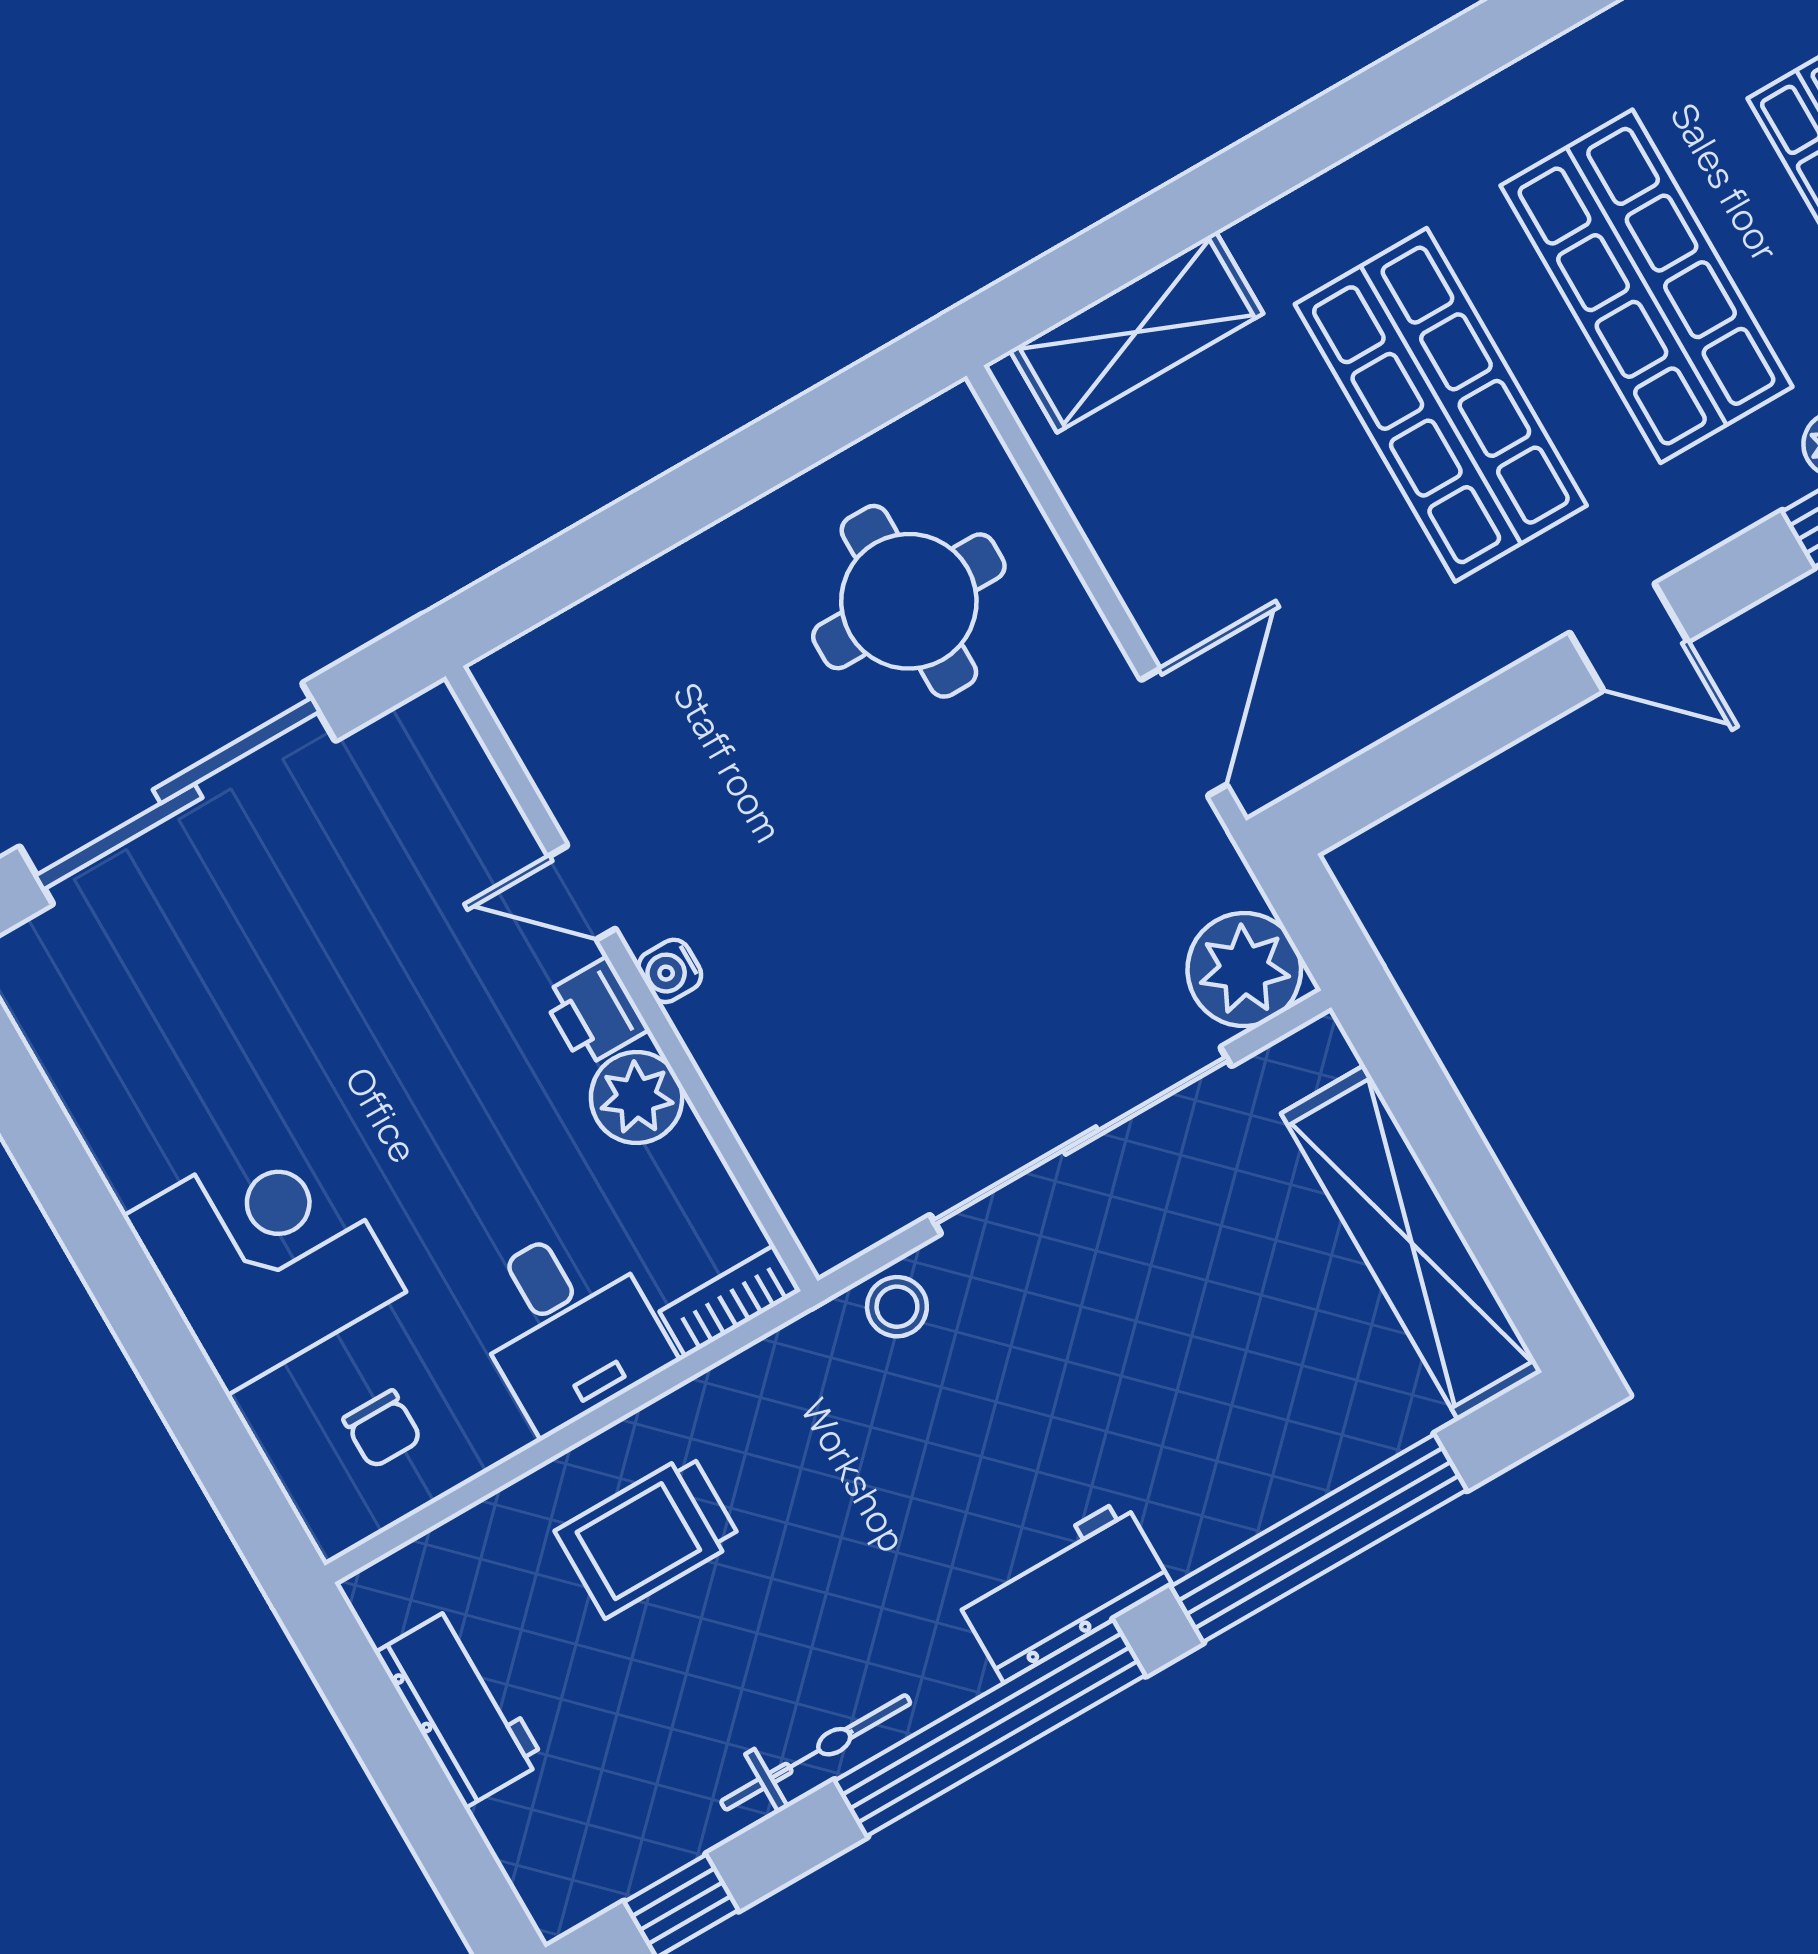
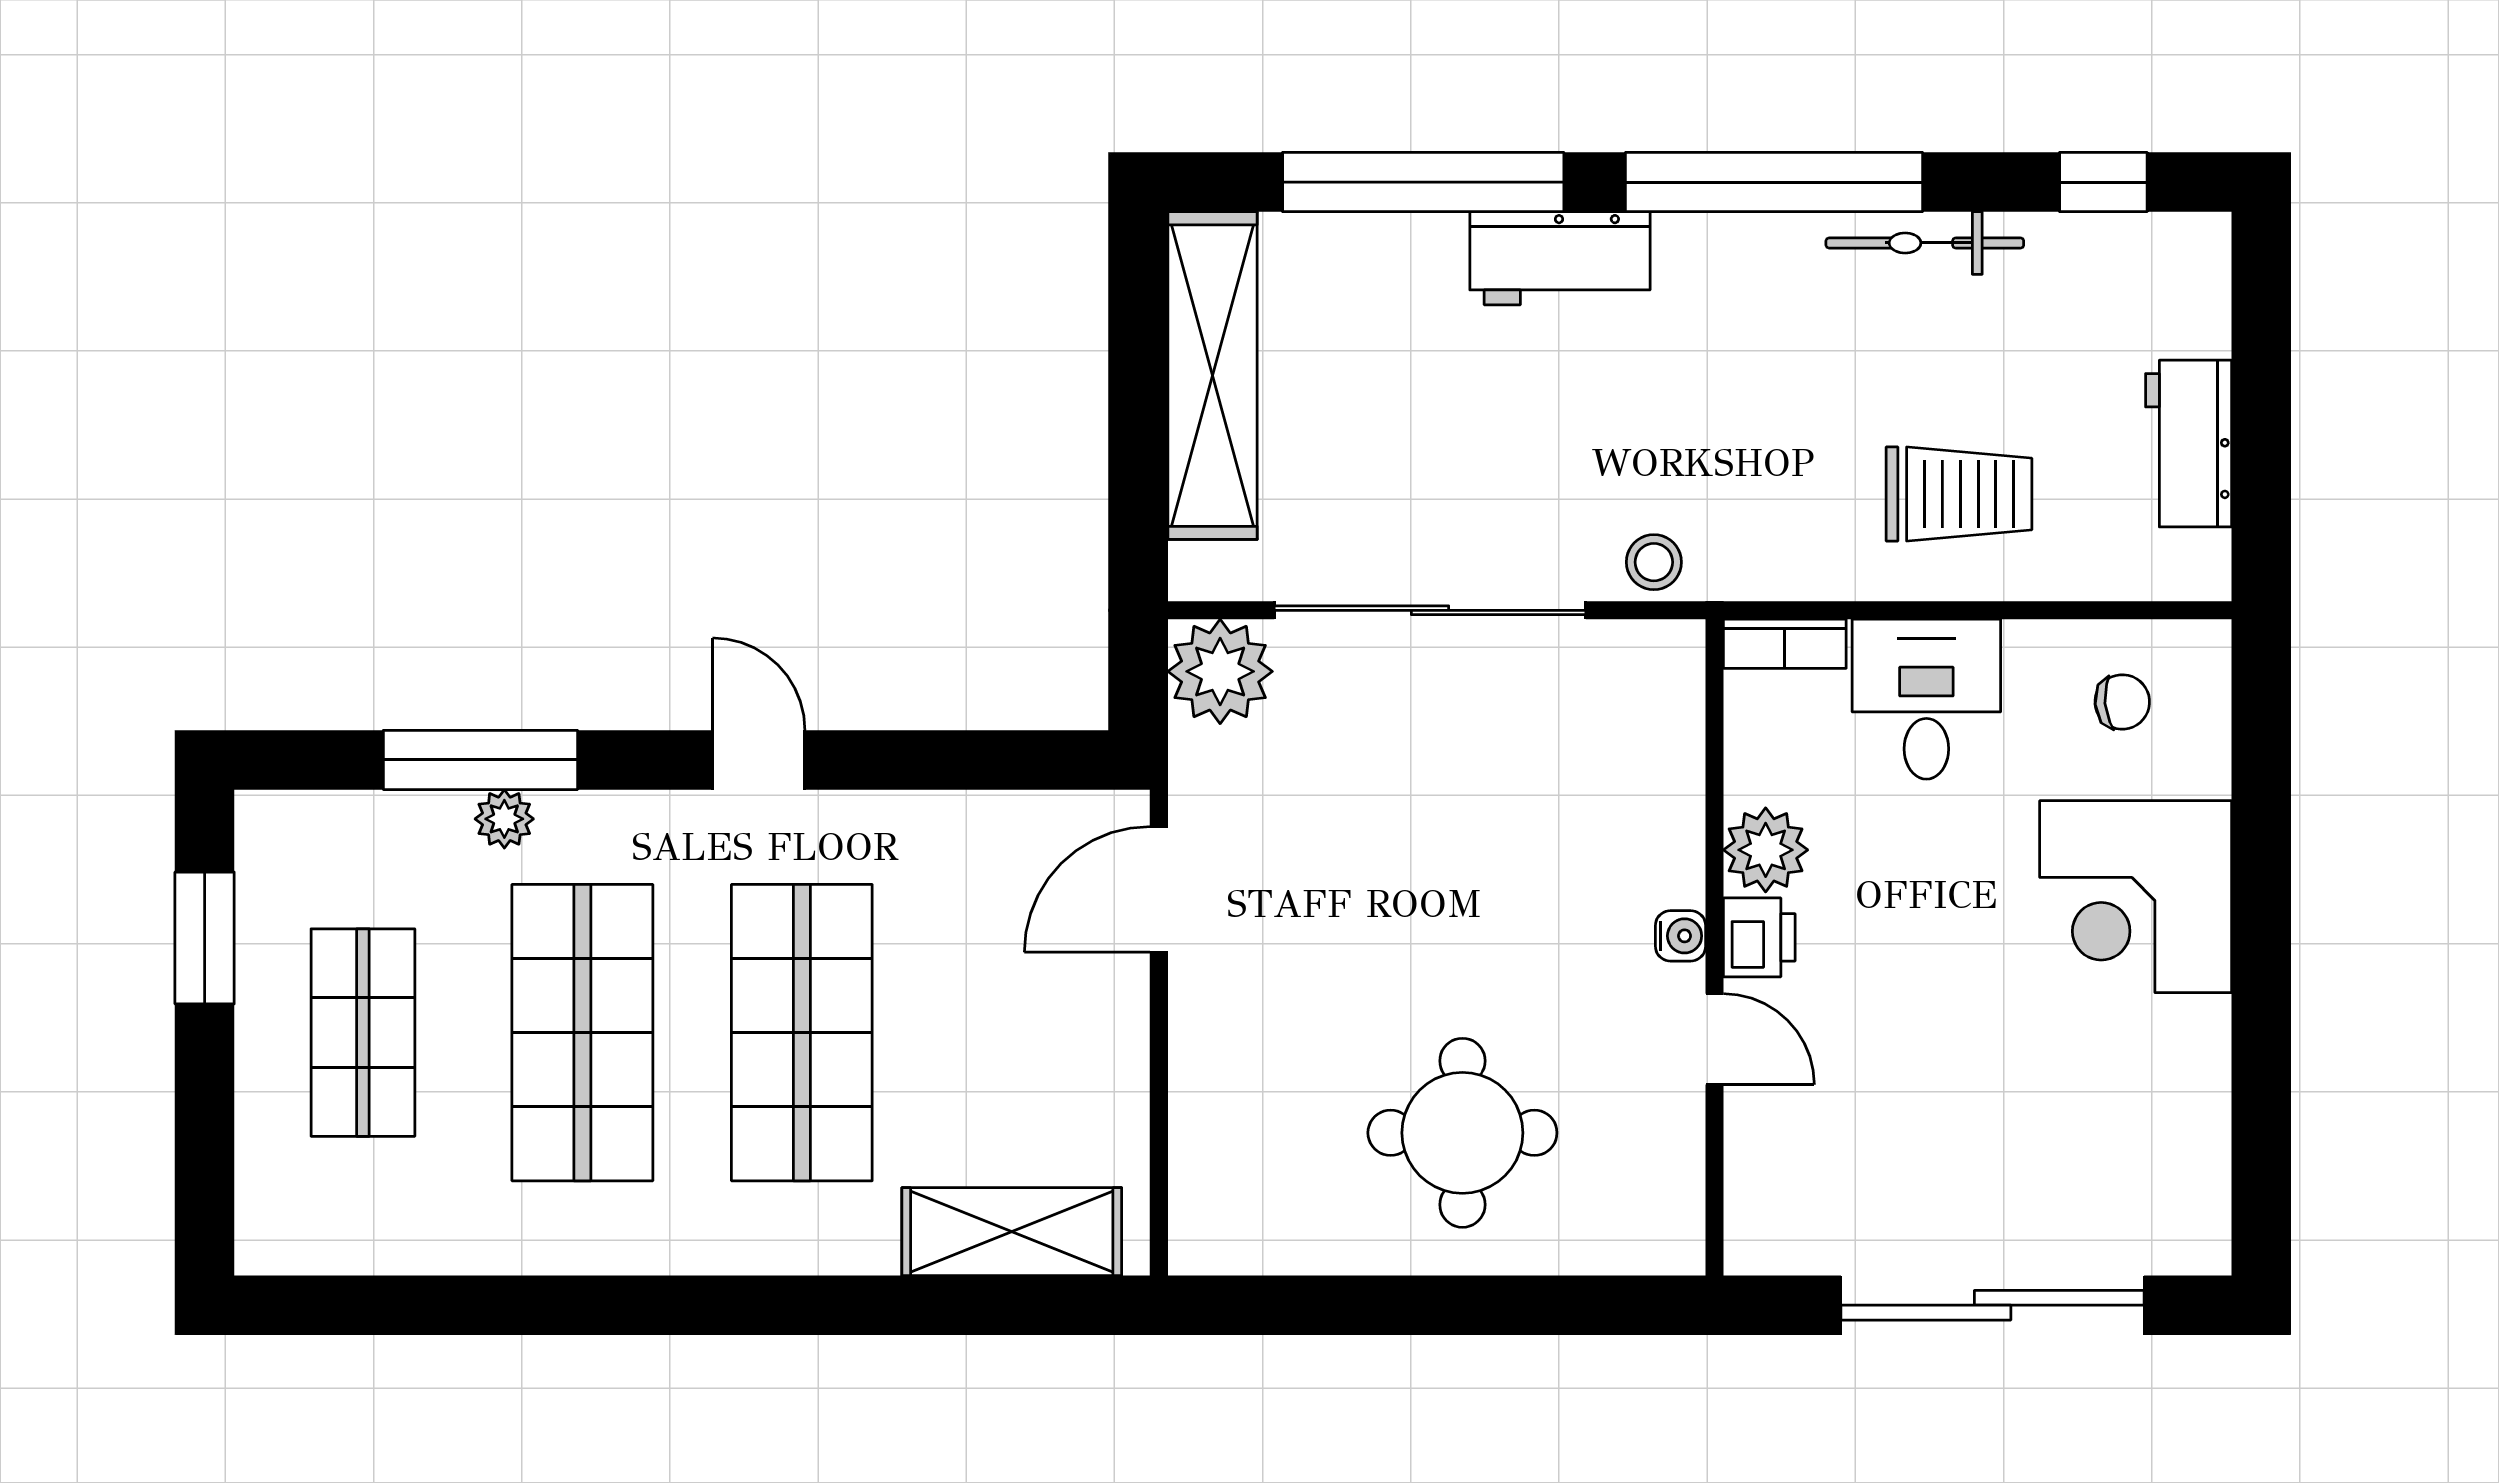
round table: (909, 601) -> (1462, 1133), moved
chair: (382, 1429) -> (2122, 702), turned 85
workbench: (1063, 1590) -> (1560, 258), moved

